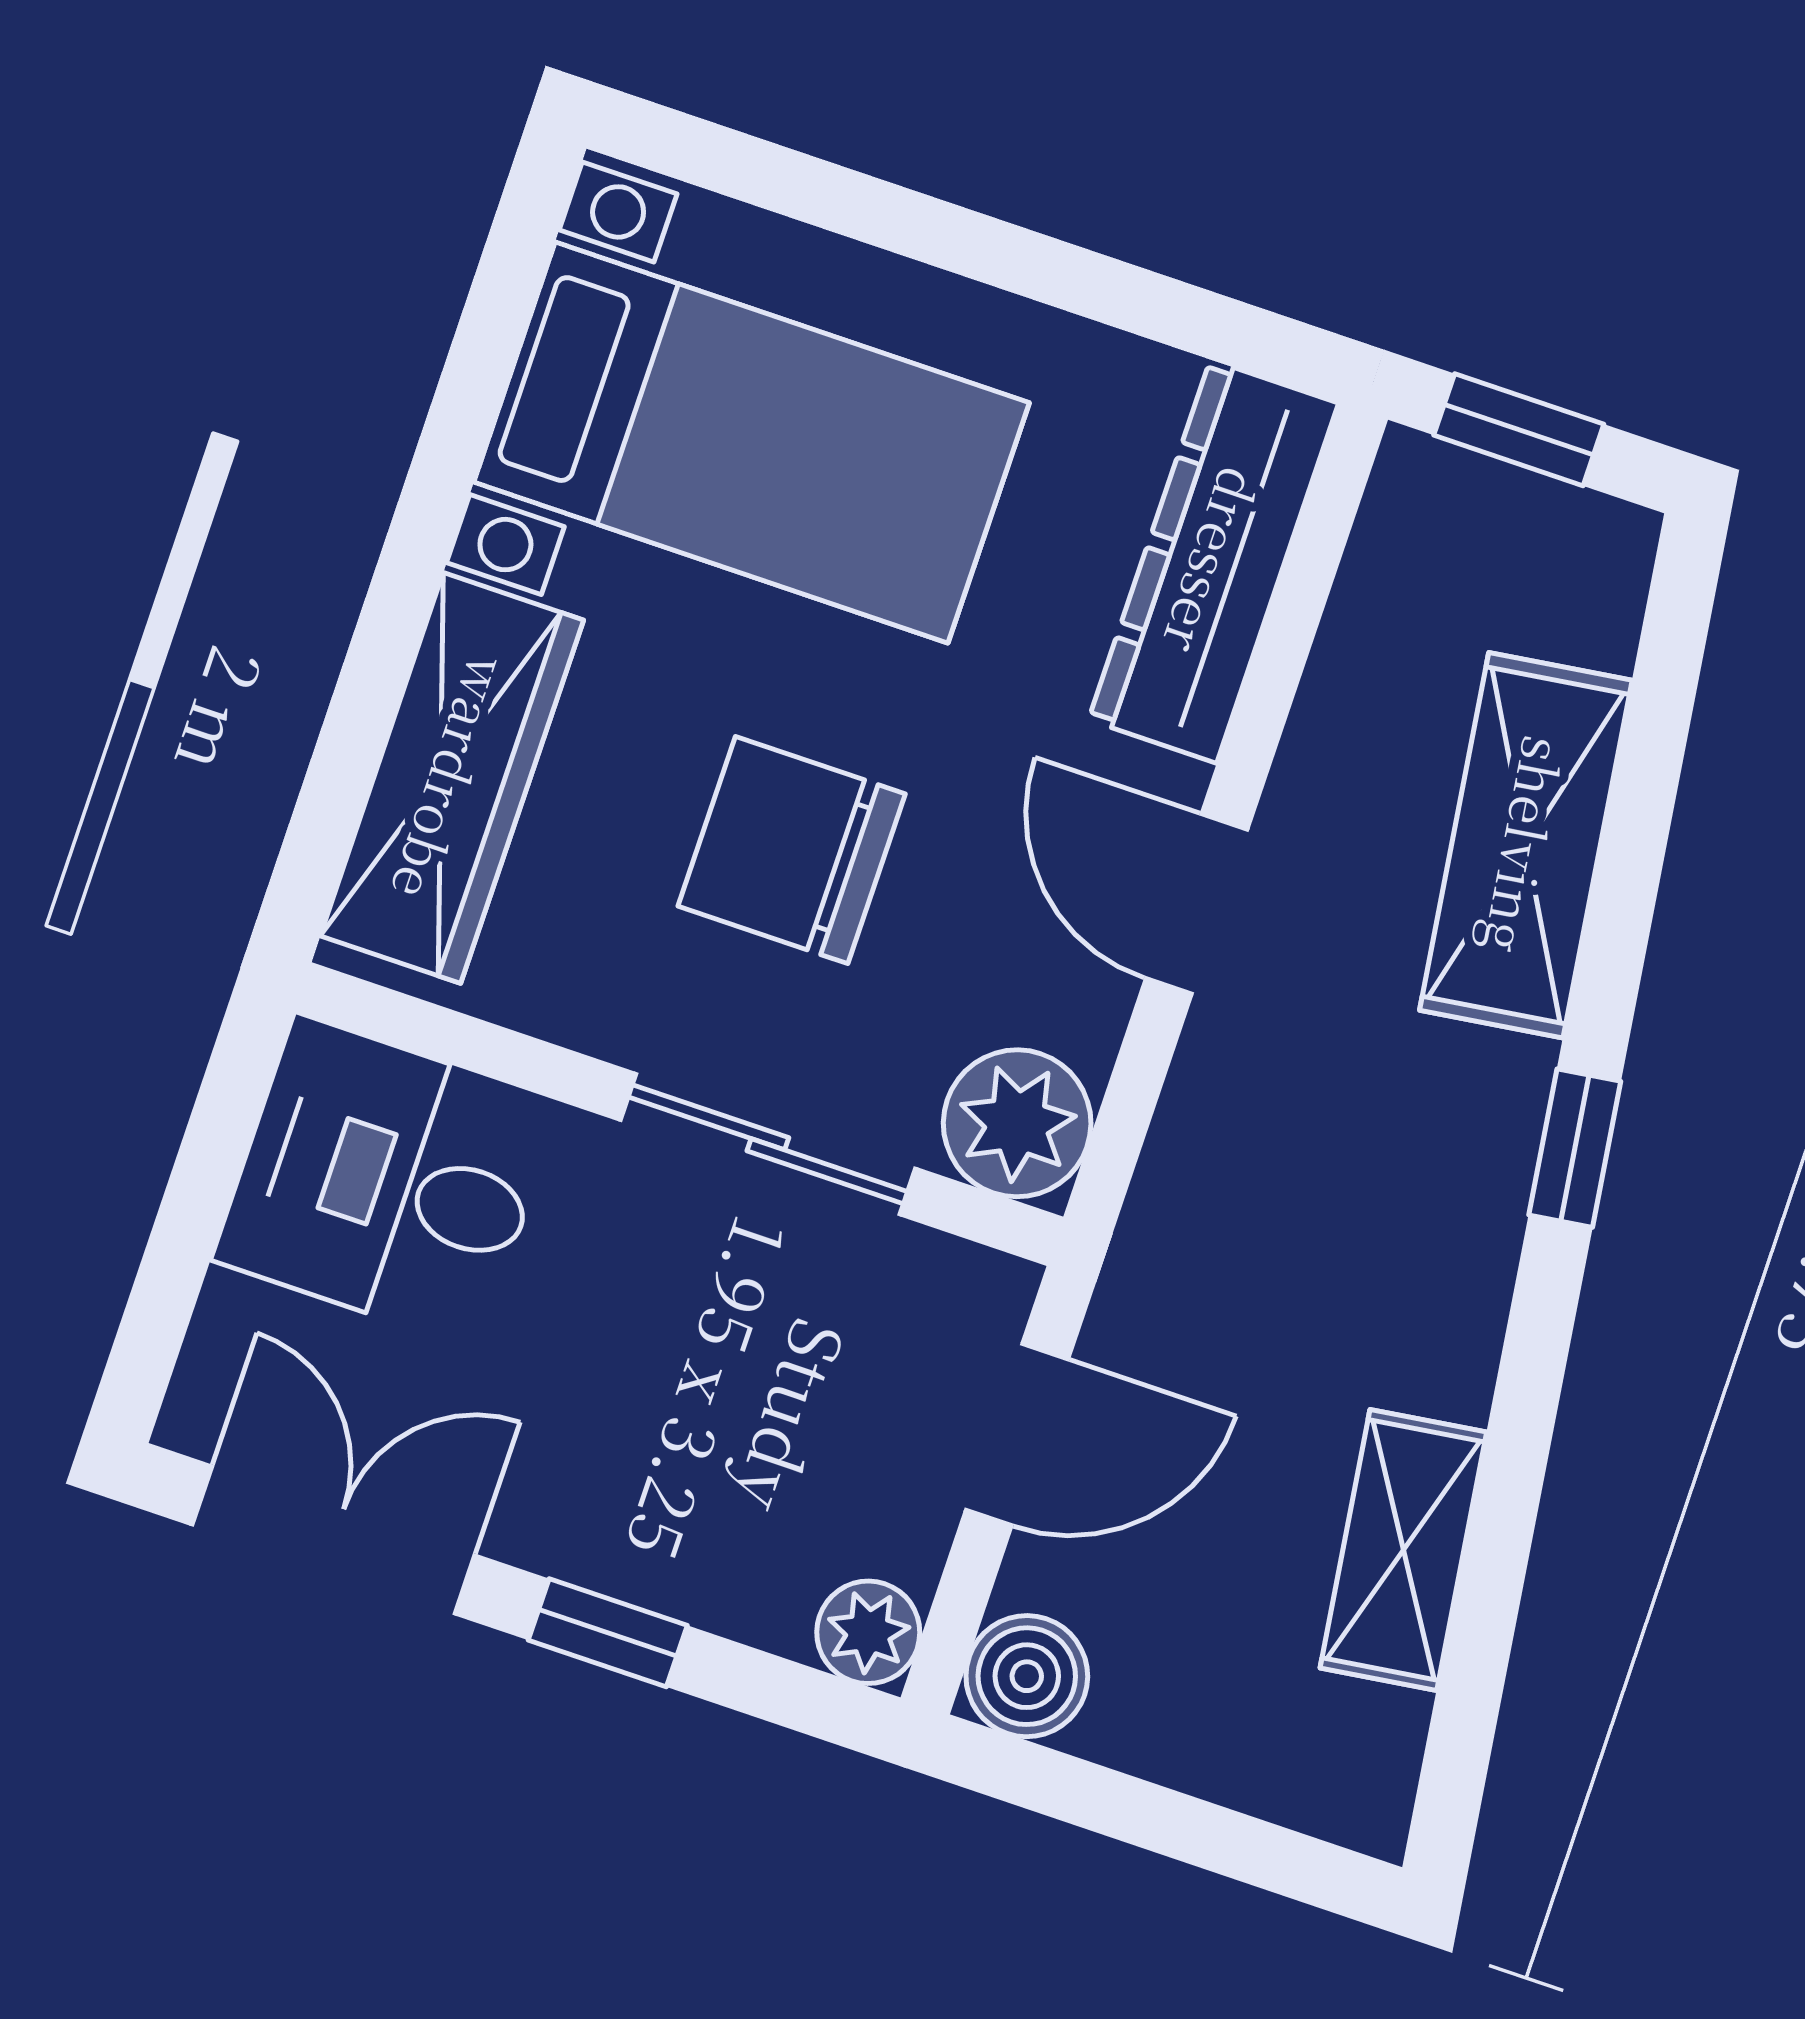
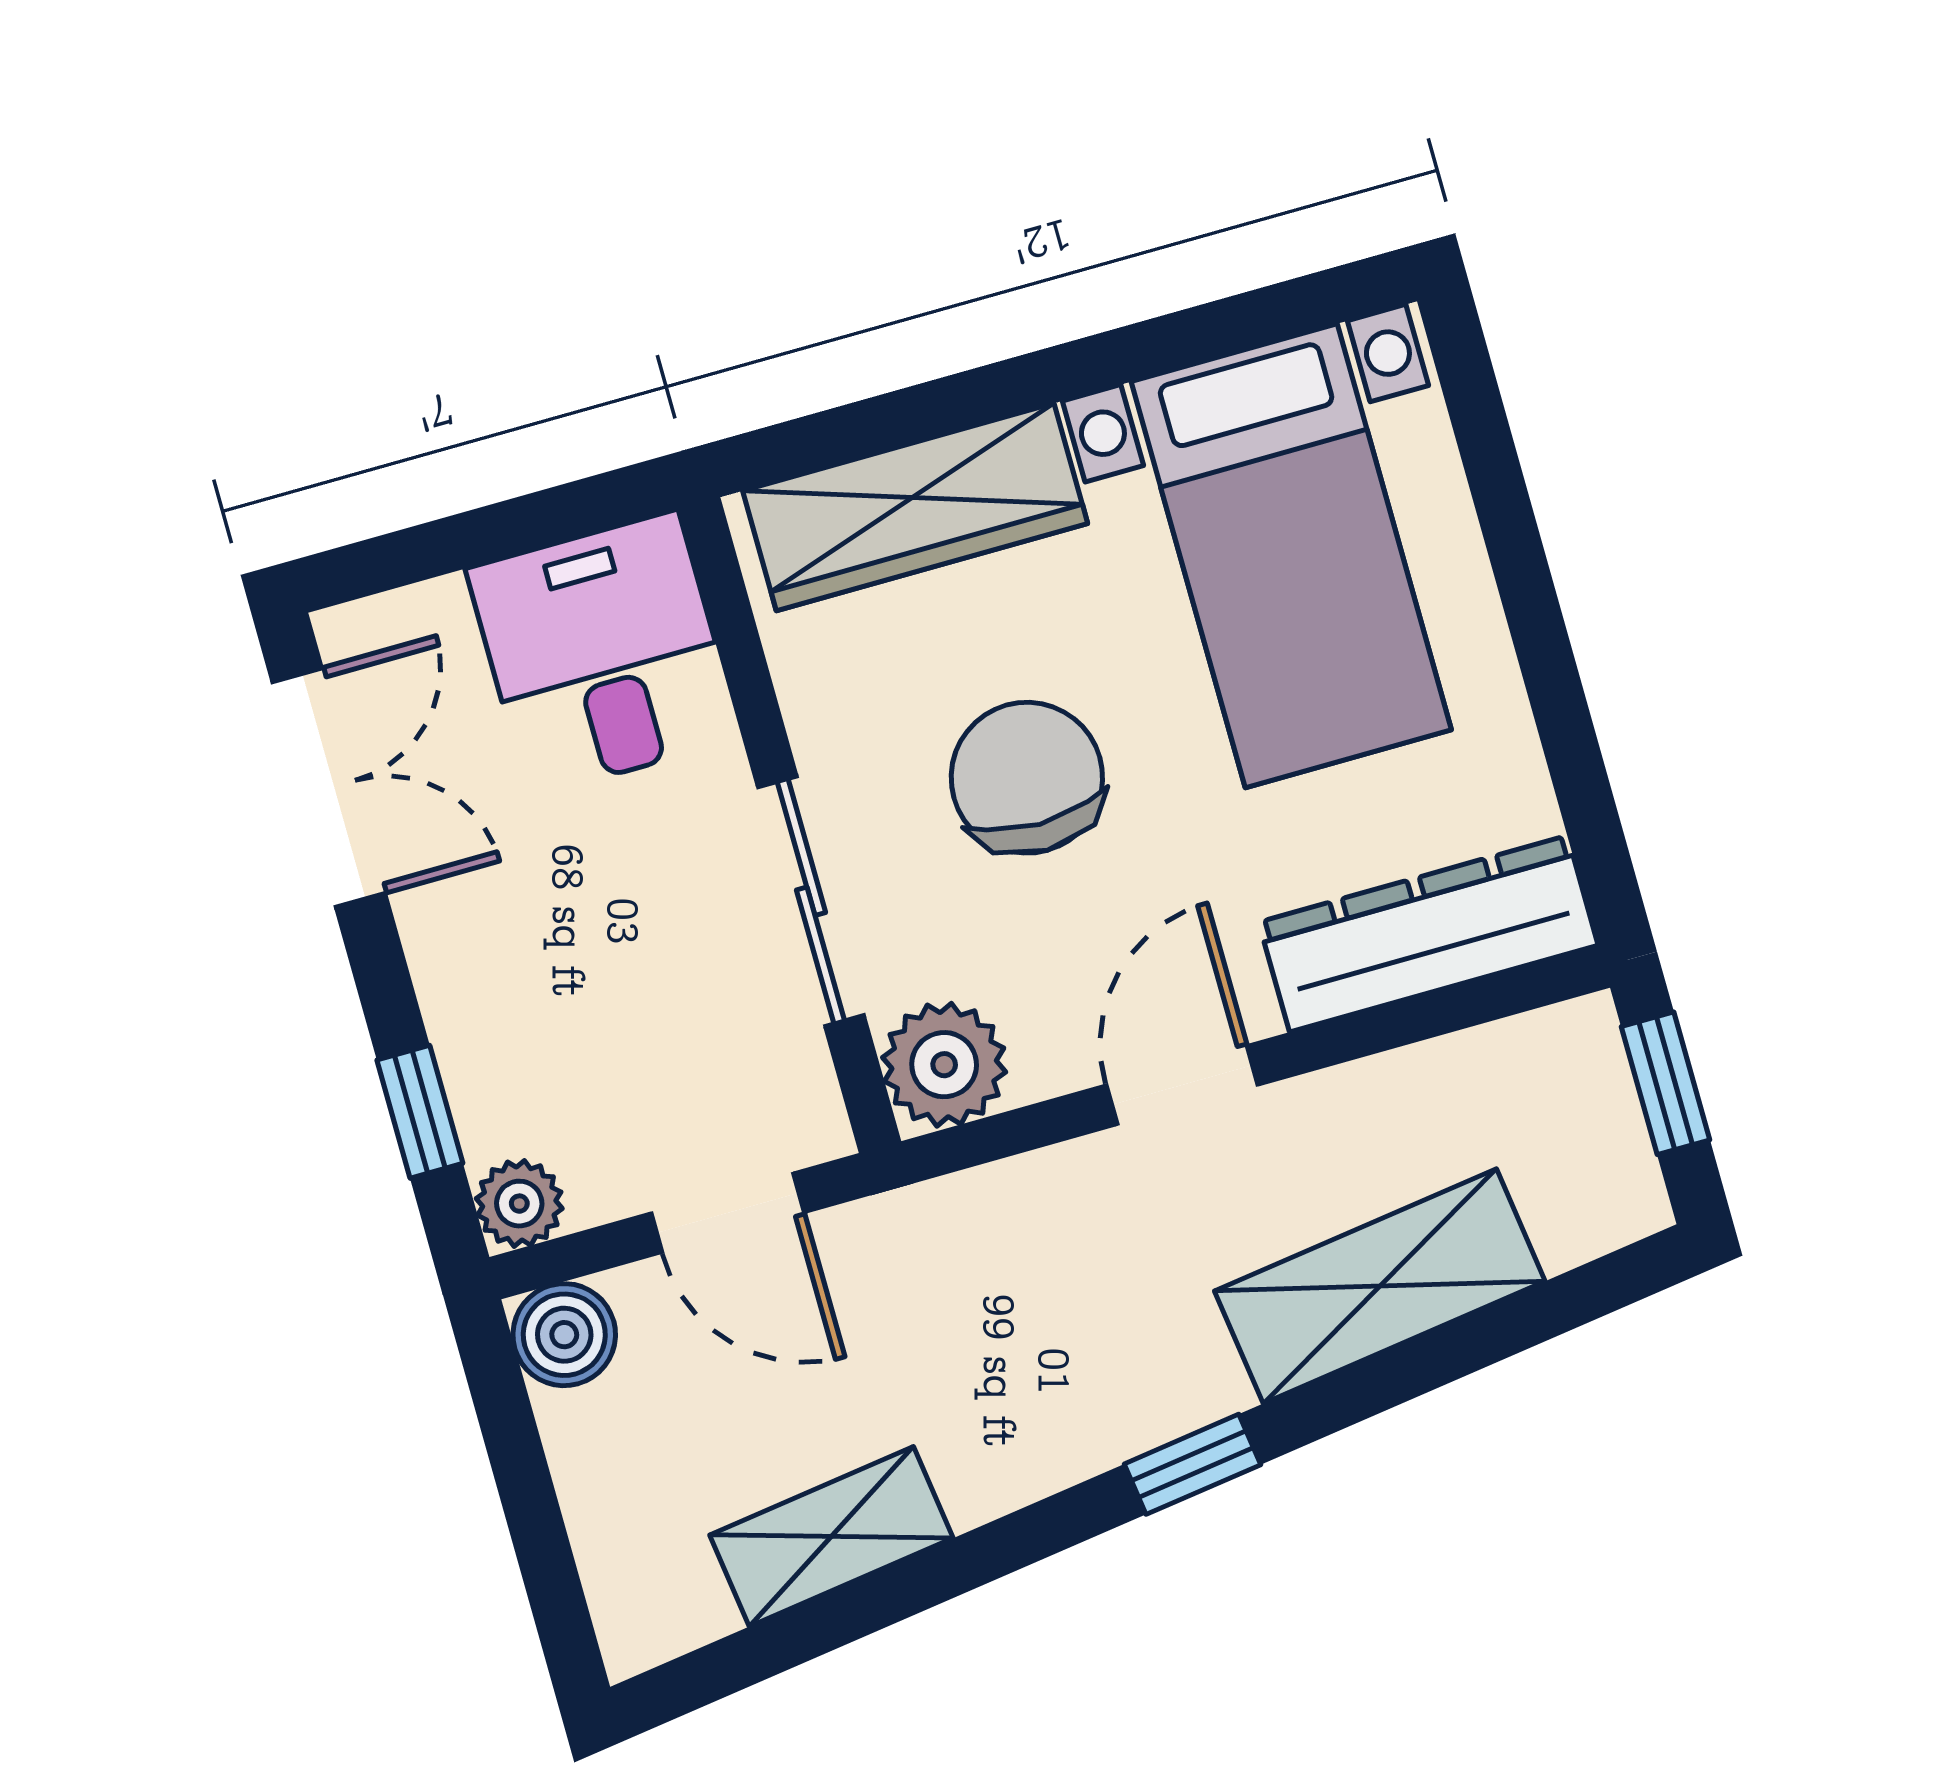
window: (608, 1633) -> (420, 1112), moved

